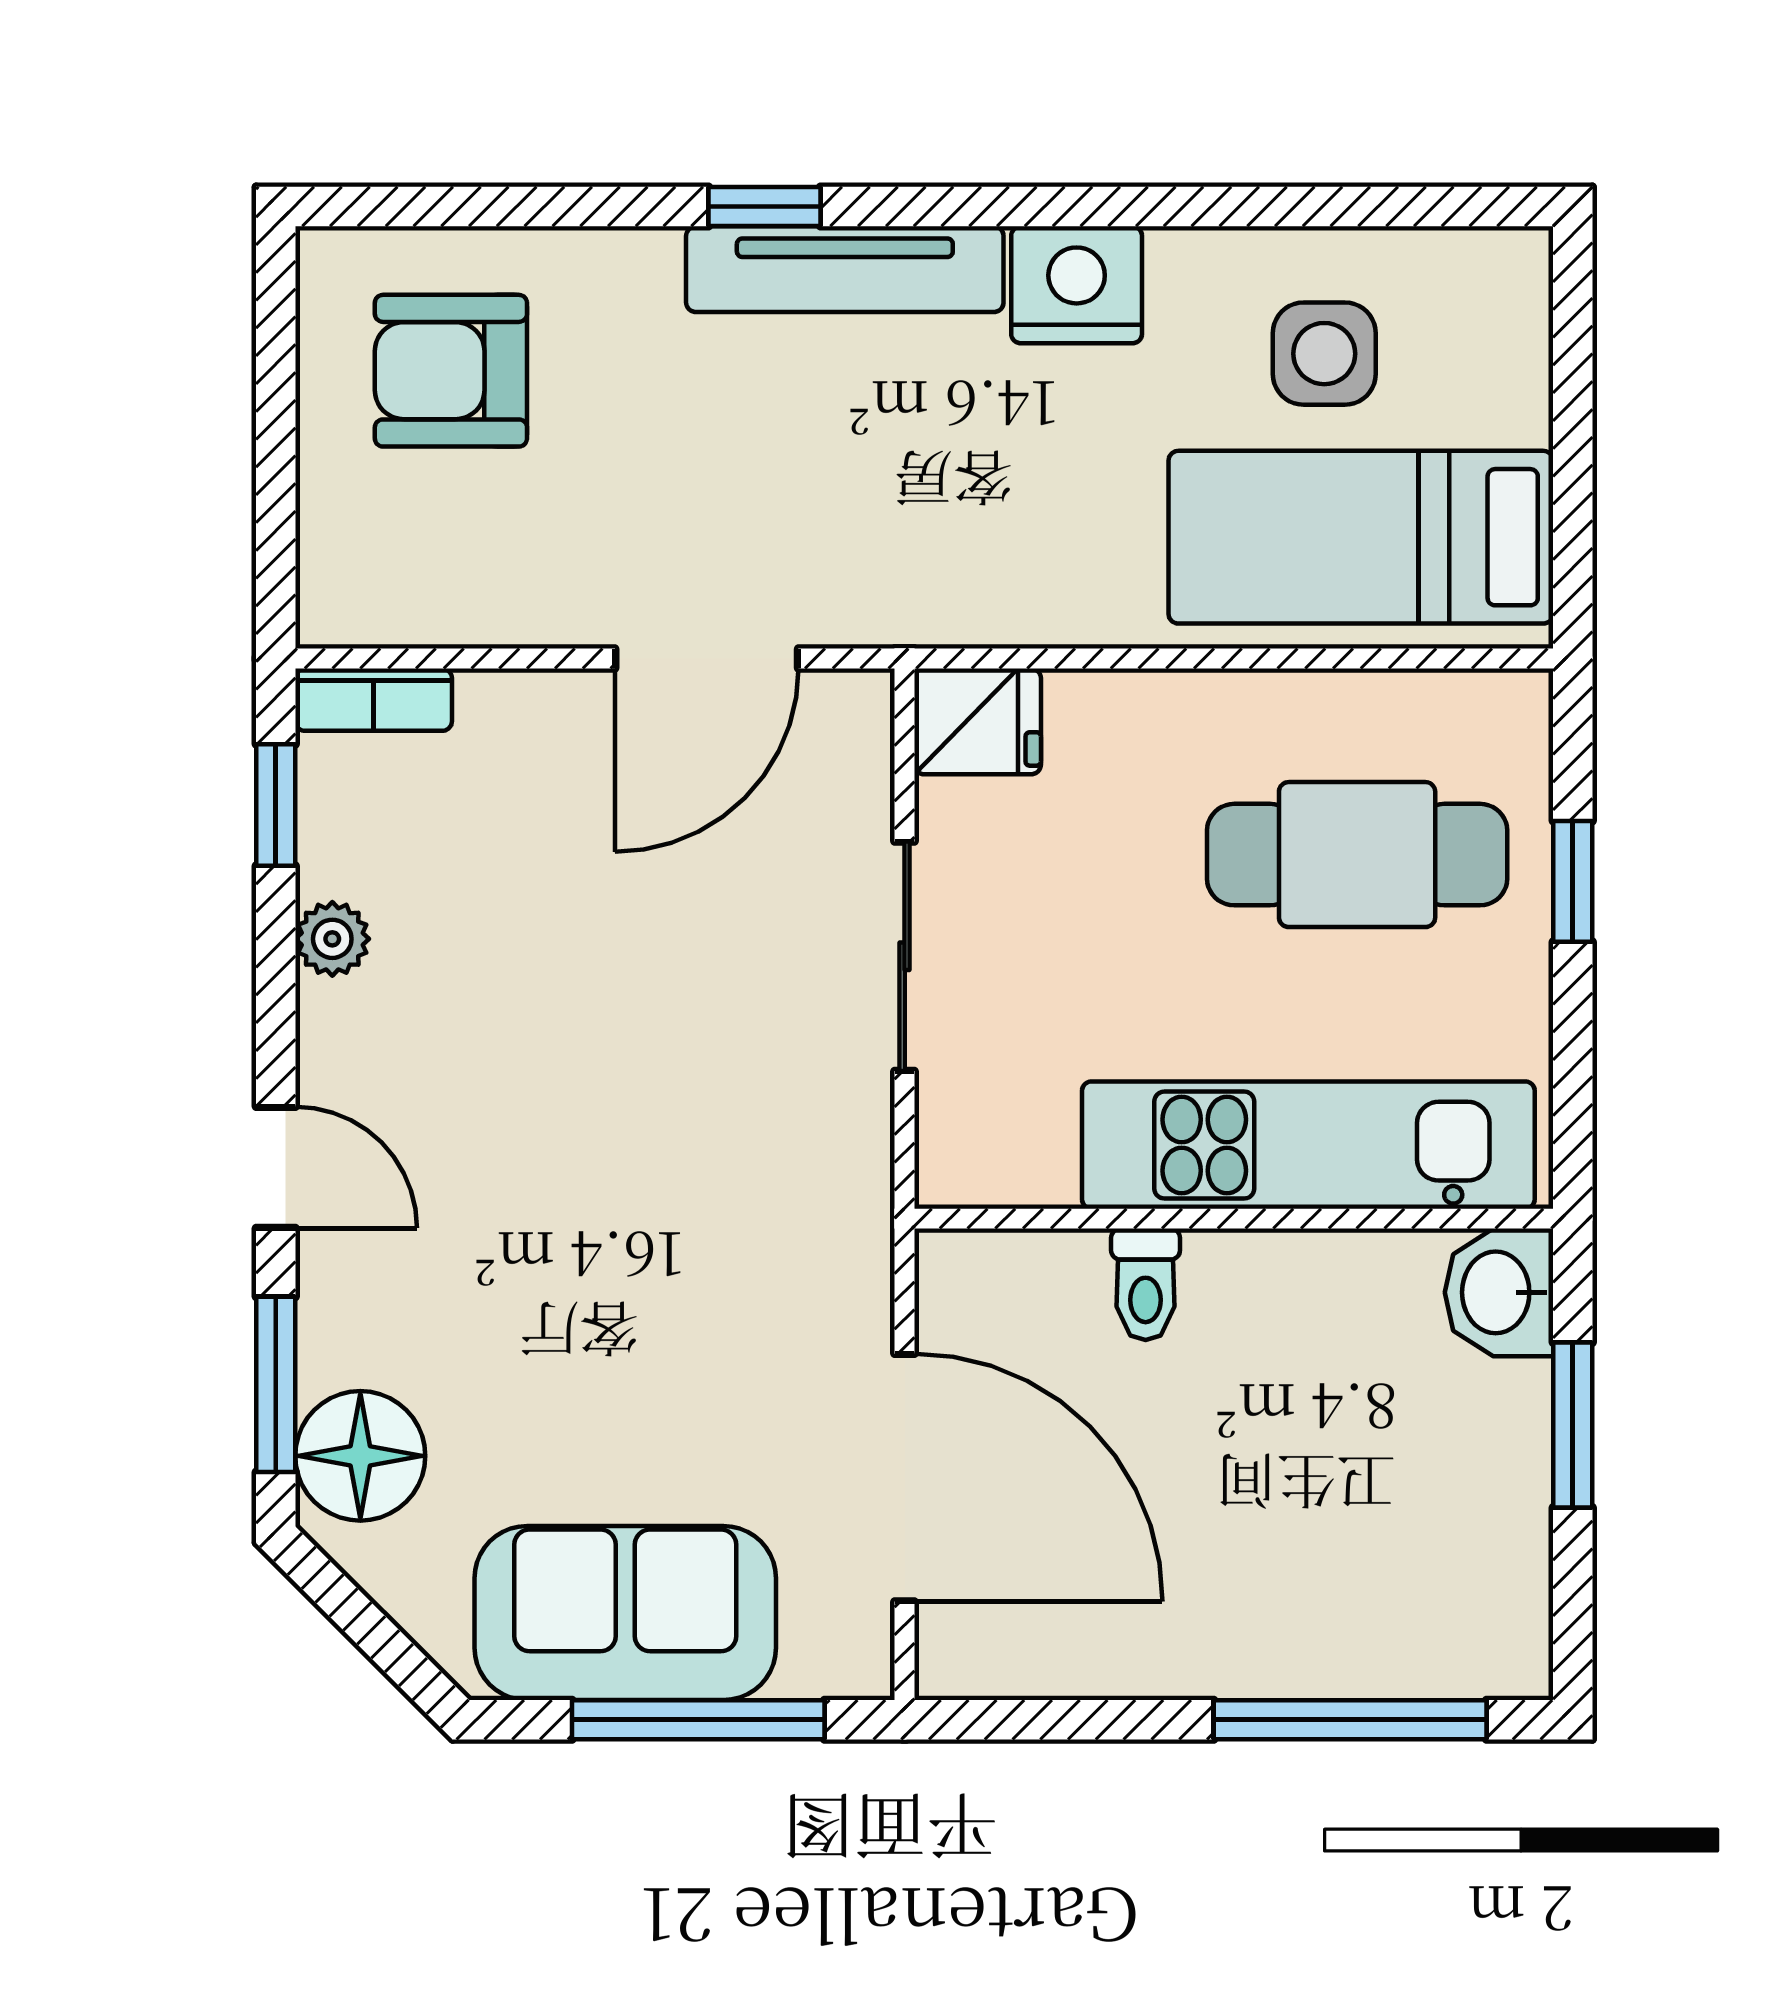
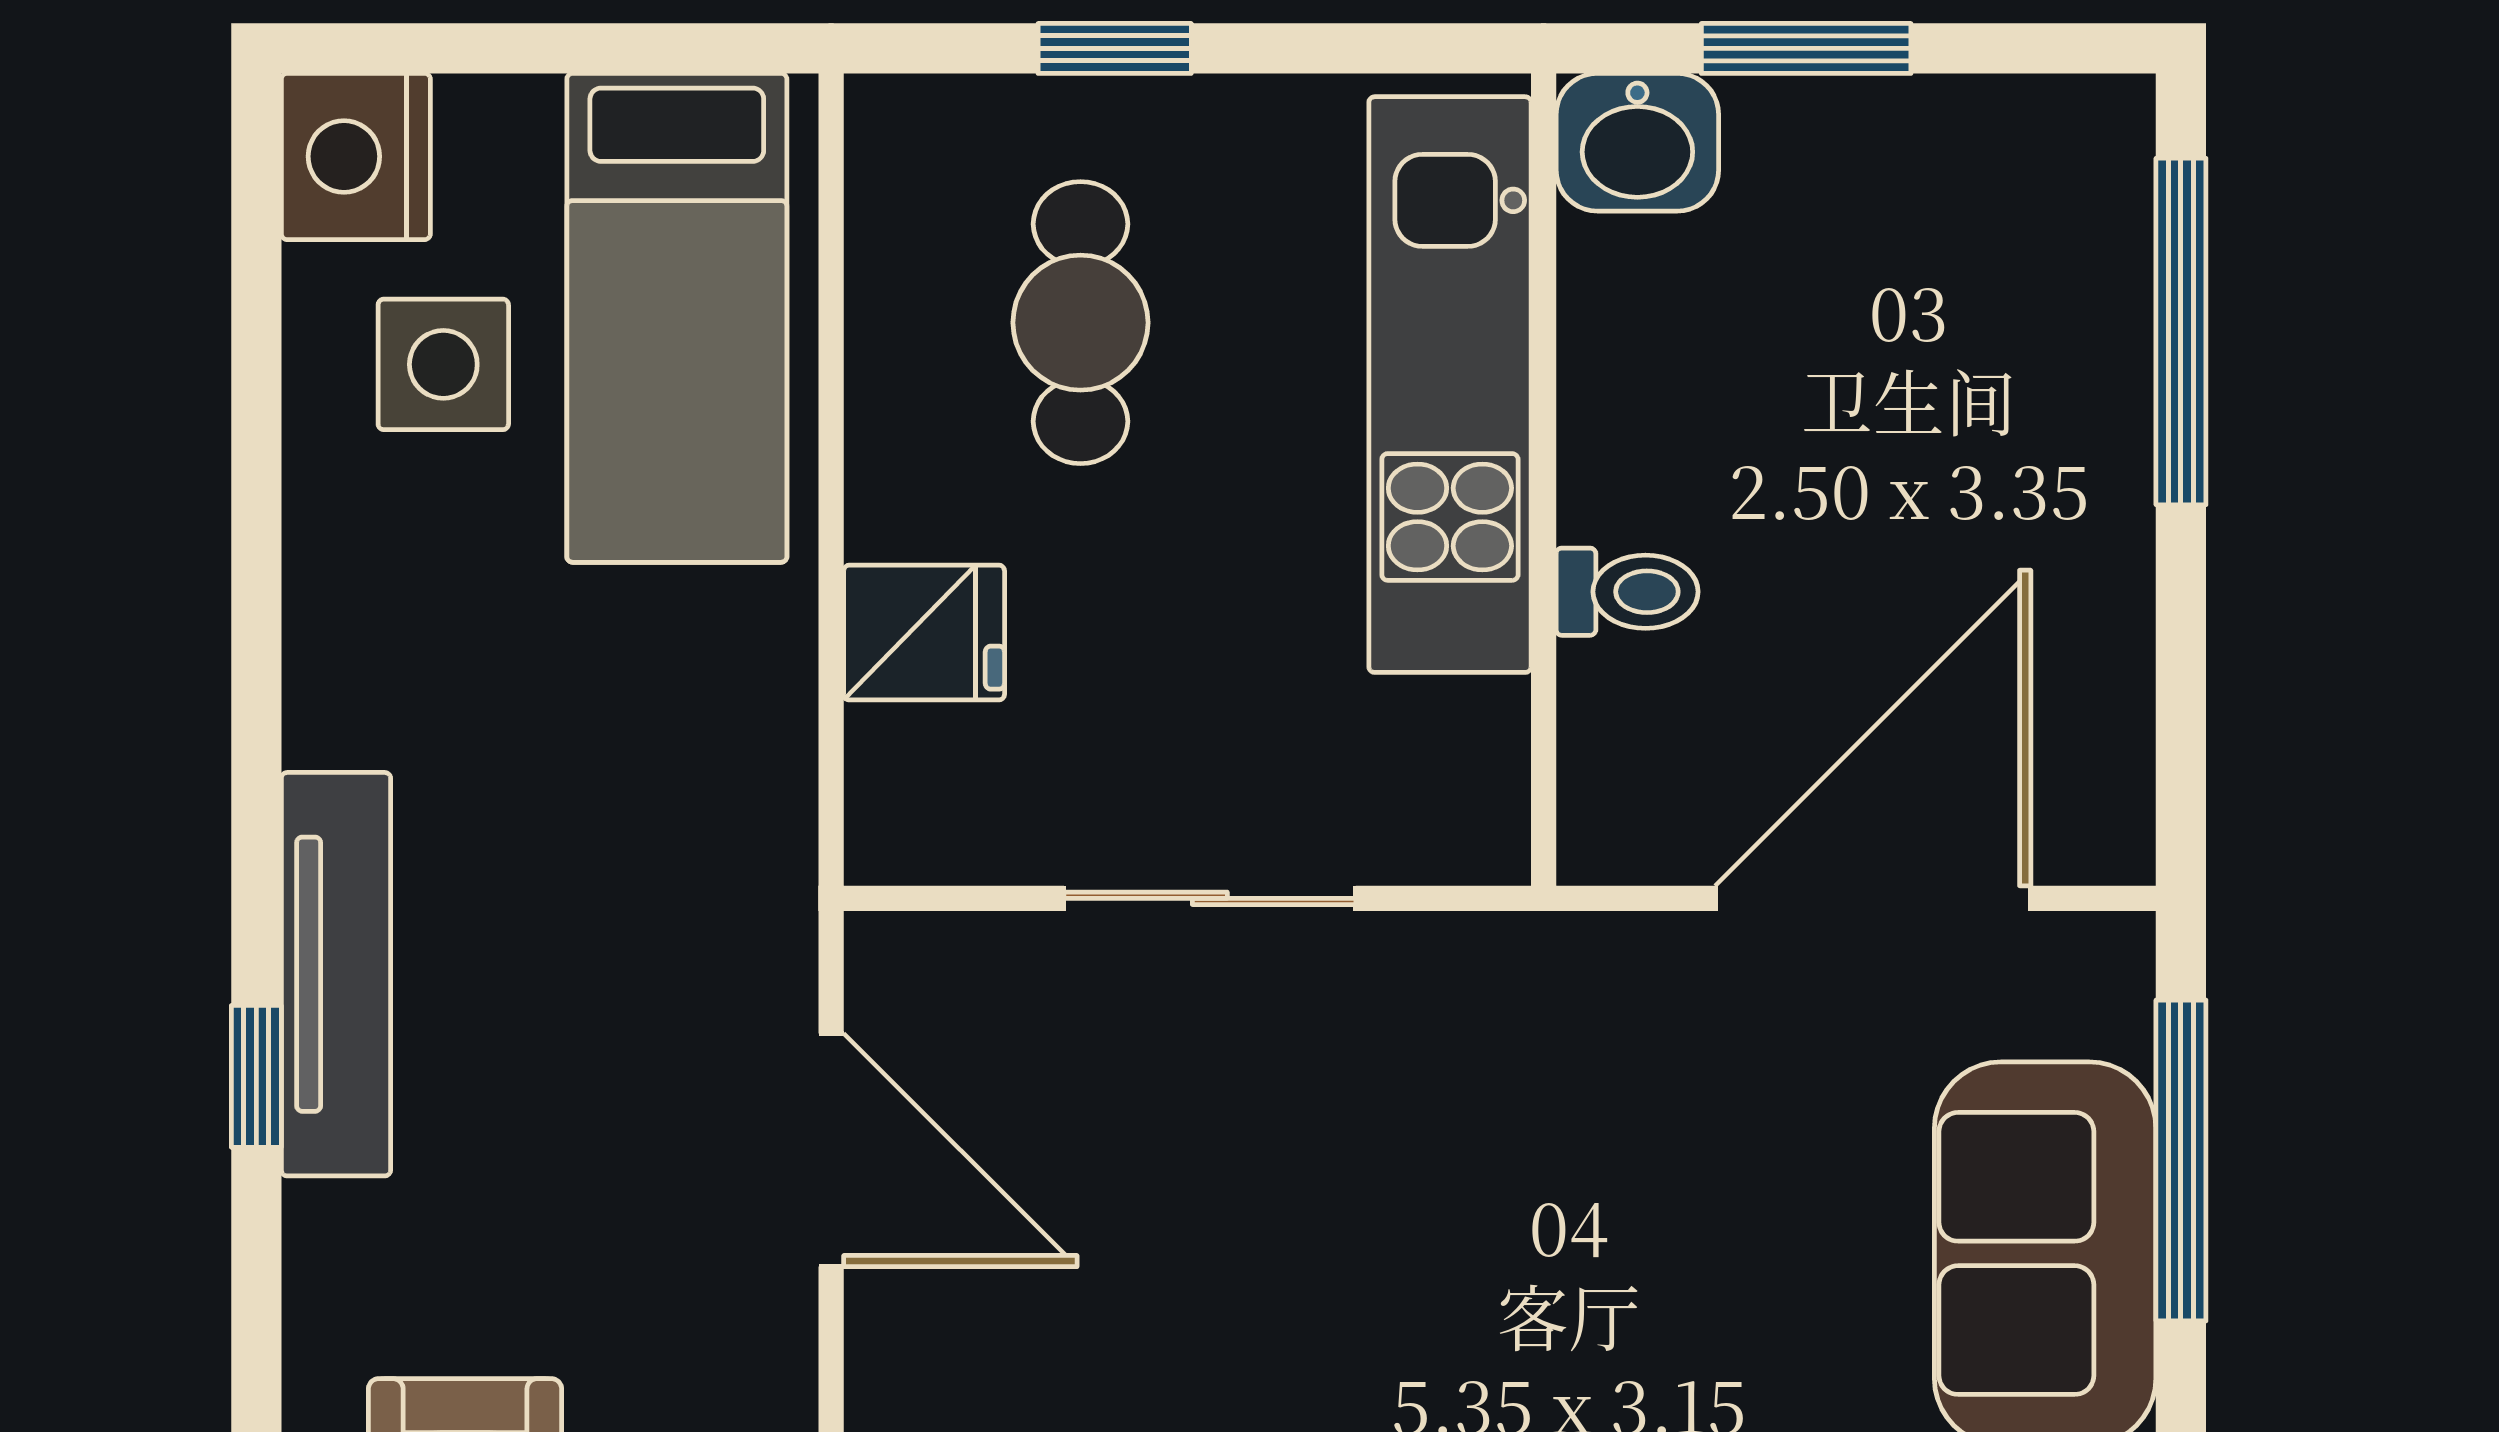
nightstand: (1077, 285) -> (356, 156), moved
fridge: (978, 721) -> (924, 633), moved, turned 90
cafe table: (1357, 855) -> (1080, 323), width x0.73, depth x0.74

